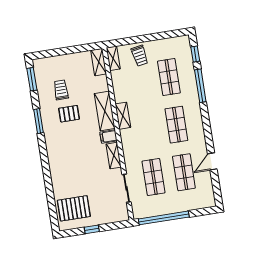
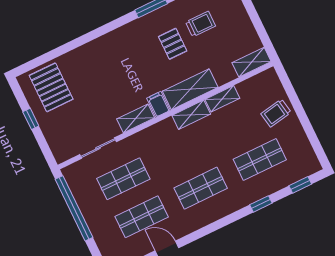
shelving: (113, 58) -> (222, 99), moved
window: (200, 86) -> (261, 204), width x0.46

